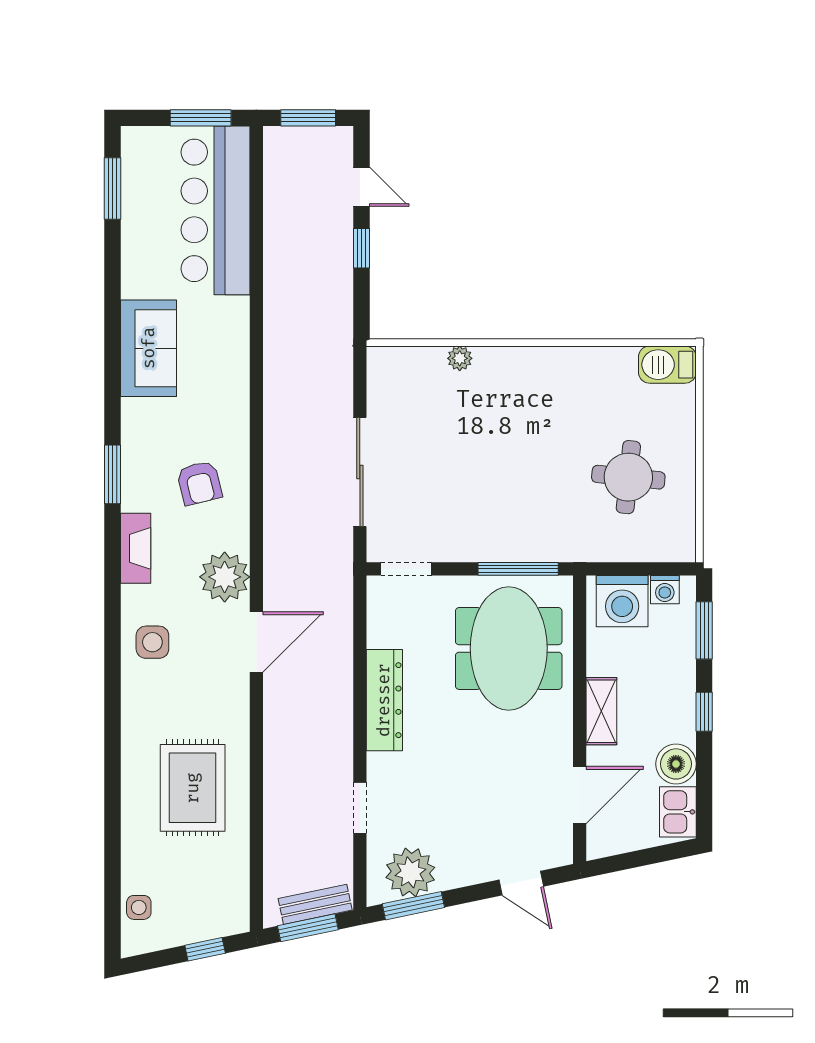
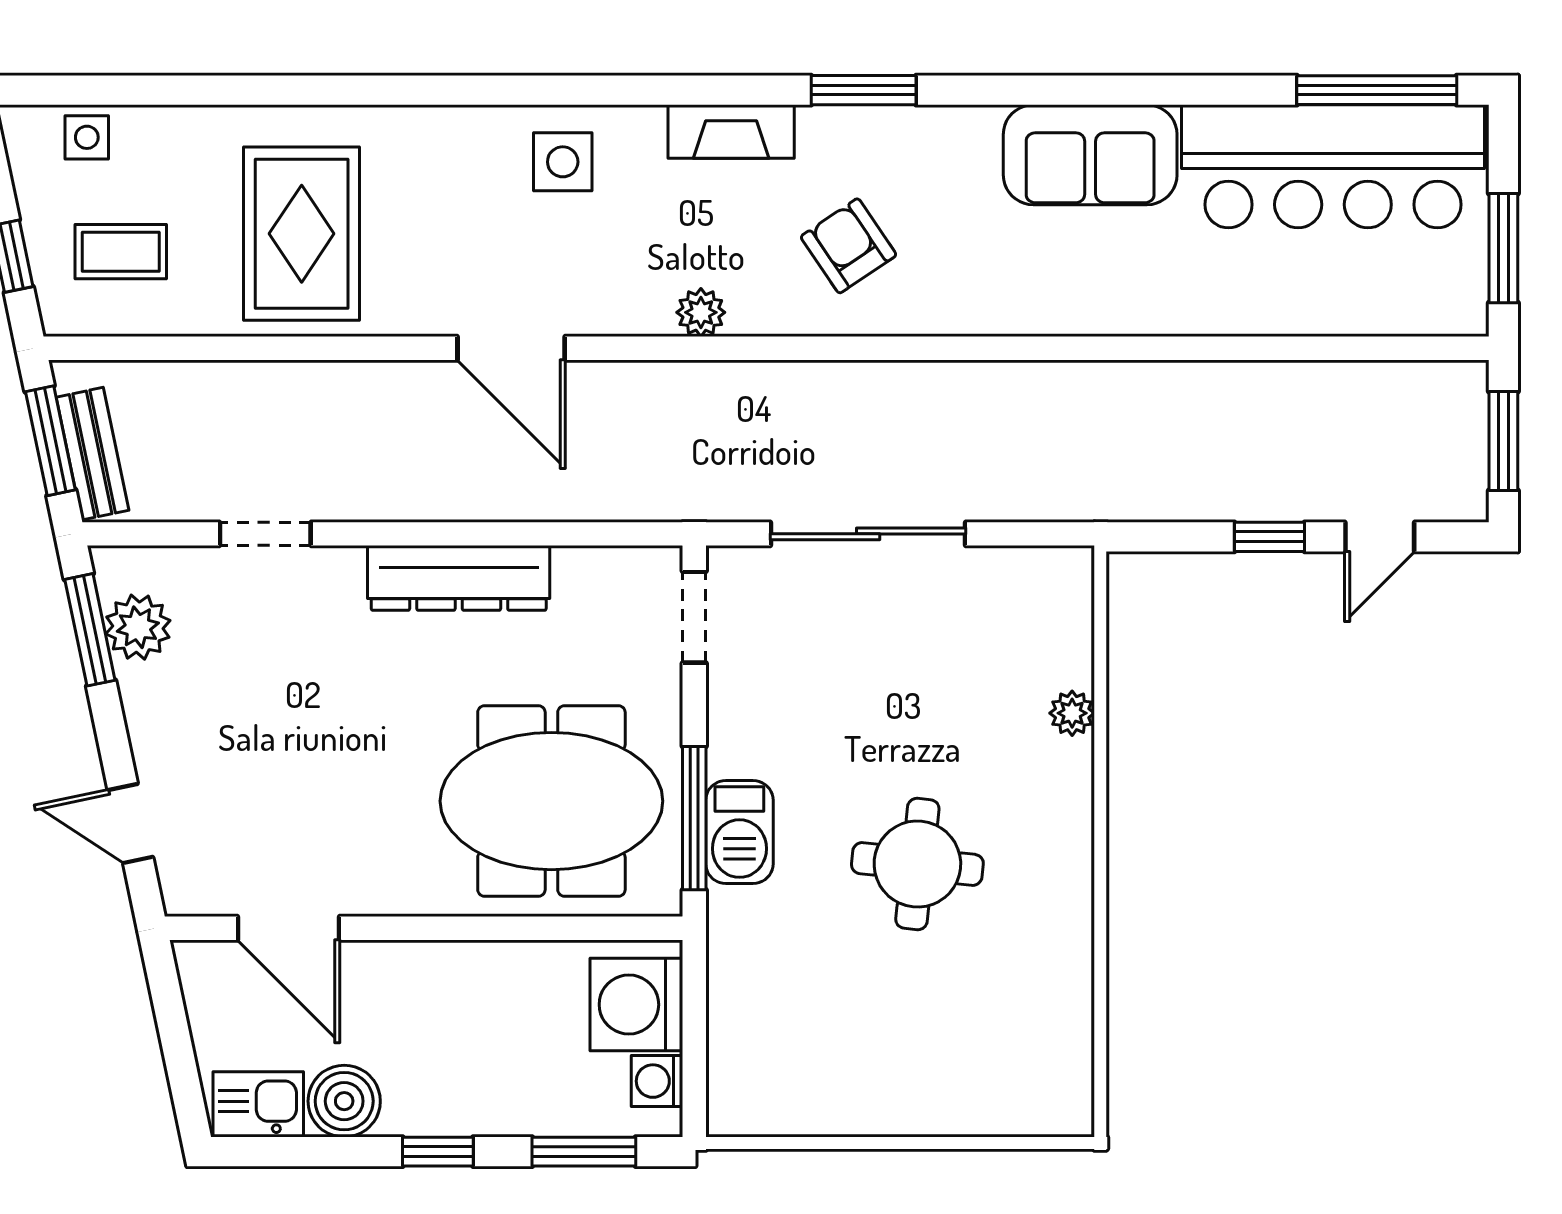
window: (112, 189) -> (1377, 90), width x1.44
bar counter: (216, 210) -> (1333, 166), moved, turned 180
barbecue: (667, 365) -> (739, 832), moved, turned 180
round table: (628, 477) -> (917, 864), moved
armchair: (199, 483) -> (849, 246), turned 70
plant: (225, 577) -> (701, 312), width x0.53, depth x0.53
door: (256, 642) -> (511, 348), moved
shelving: (601, 711) -> (439, 967), removed
rug: (193, 788) -> (302, 234), turned 90
plant: (410, 872) -> (138, 627), width x0.73, depth x0.73
door: (521, 883) -> (130, 824), hinge flipped
coffee table: (203, 889) -> (121, 252), added

